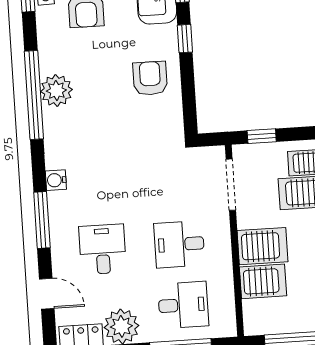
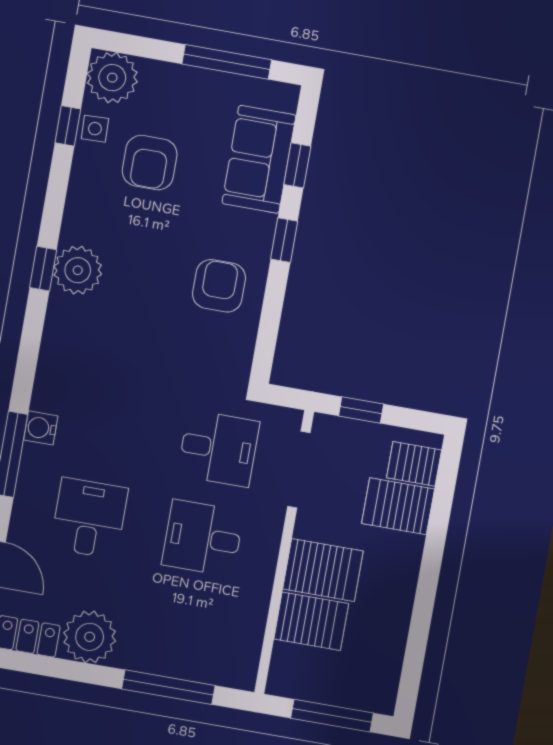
window: (34, 95) -> (43, 269), width x0.32
water cooler: (56, 180) -> (41, 428), moved
desk: (183, 305) -> (219, 448), moved

